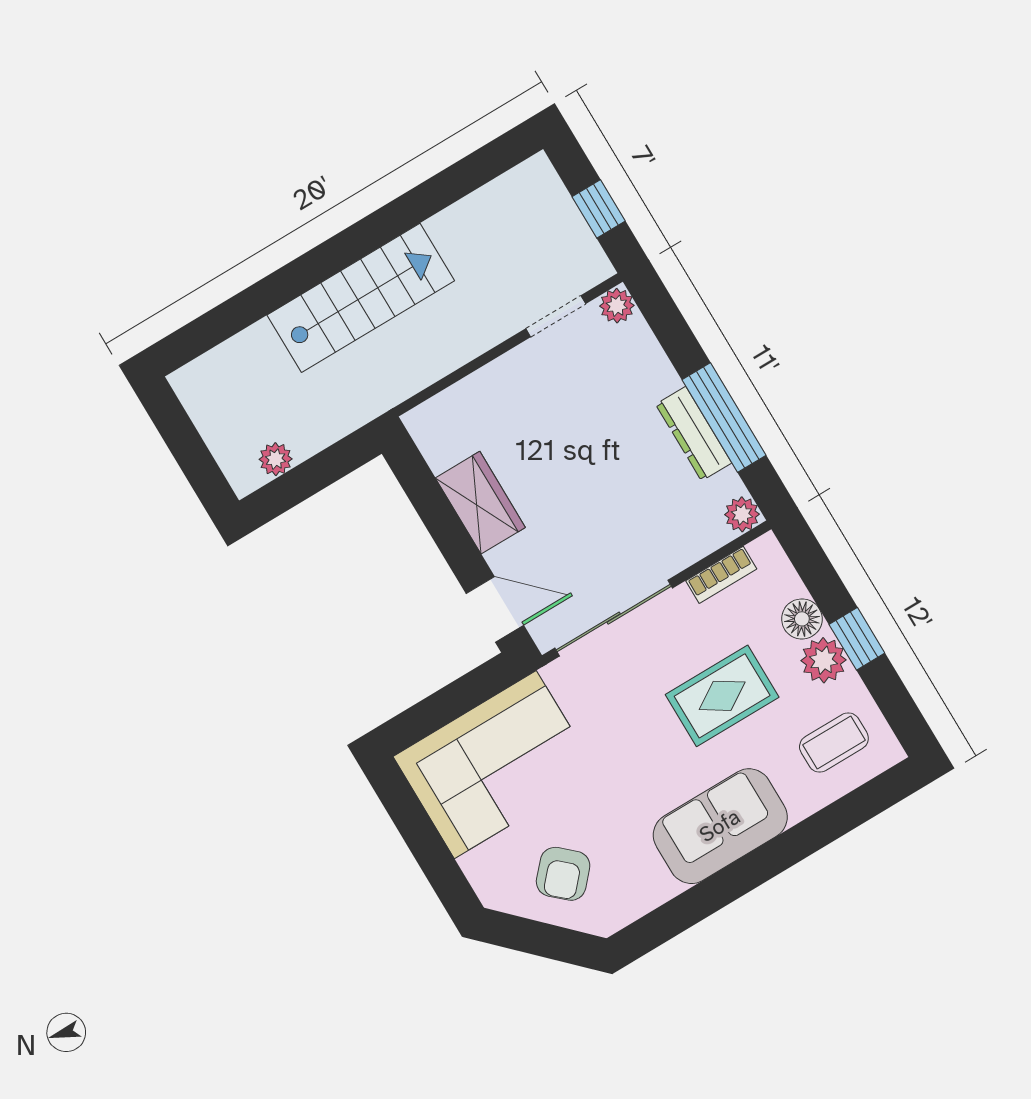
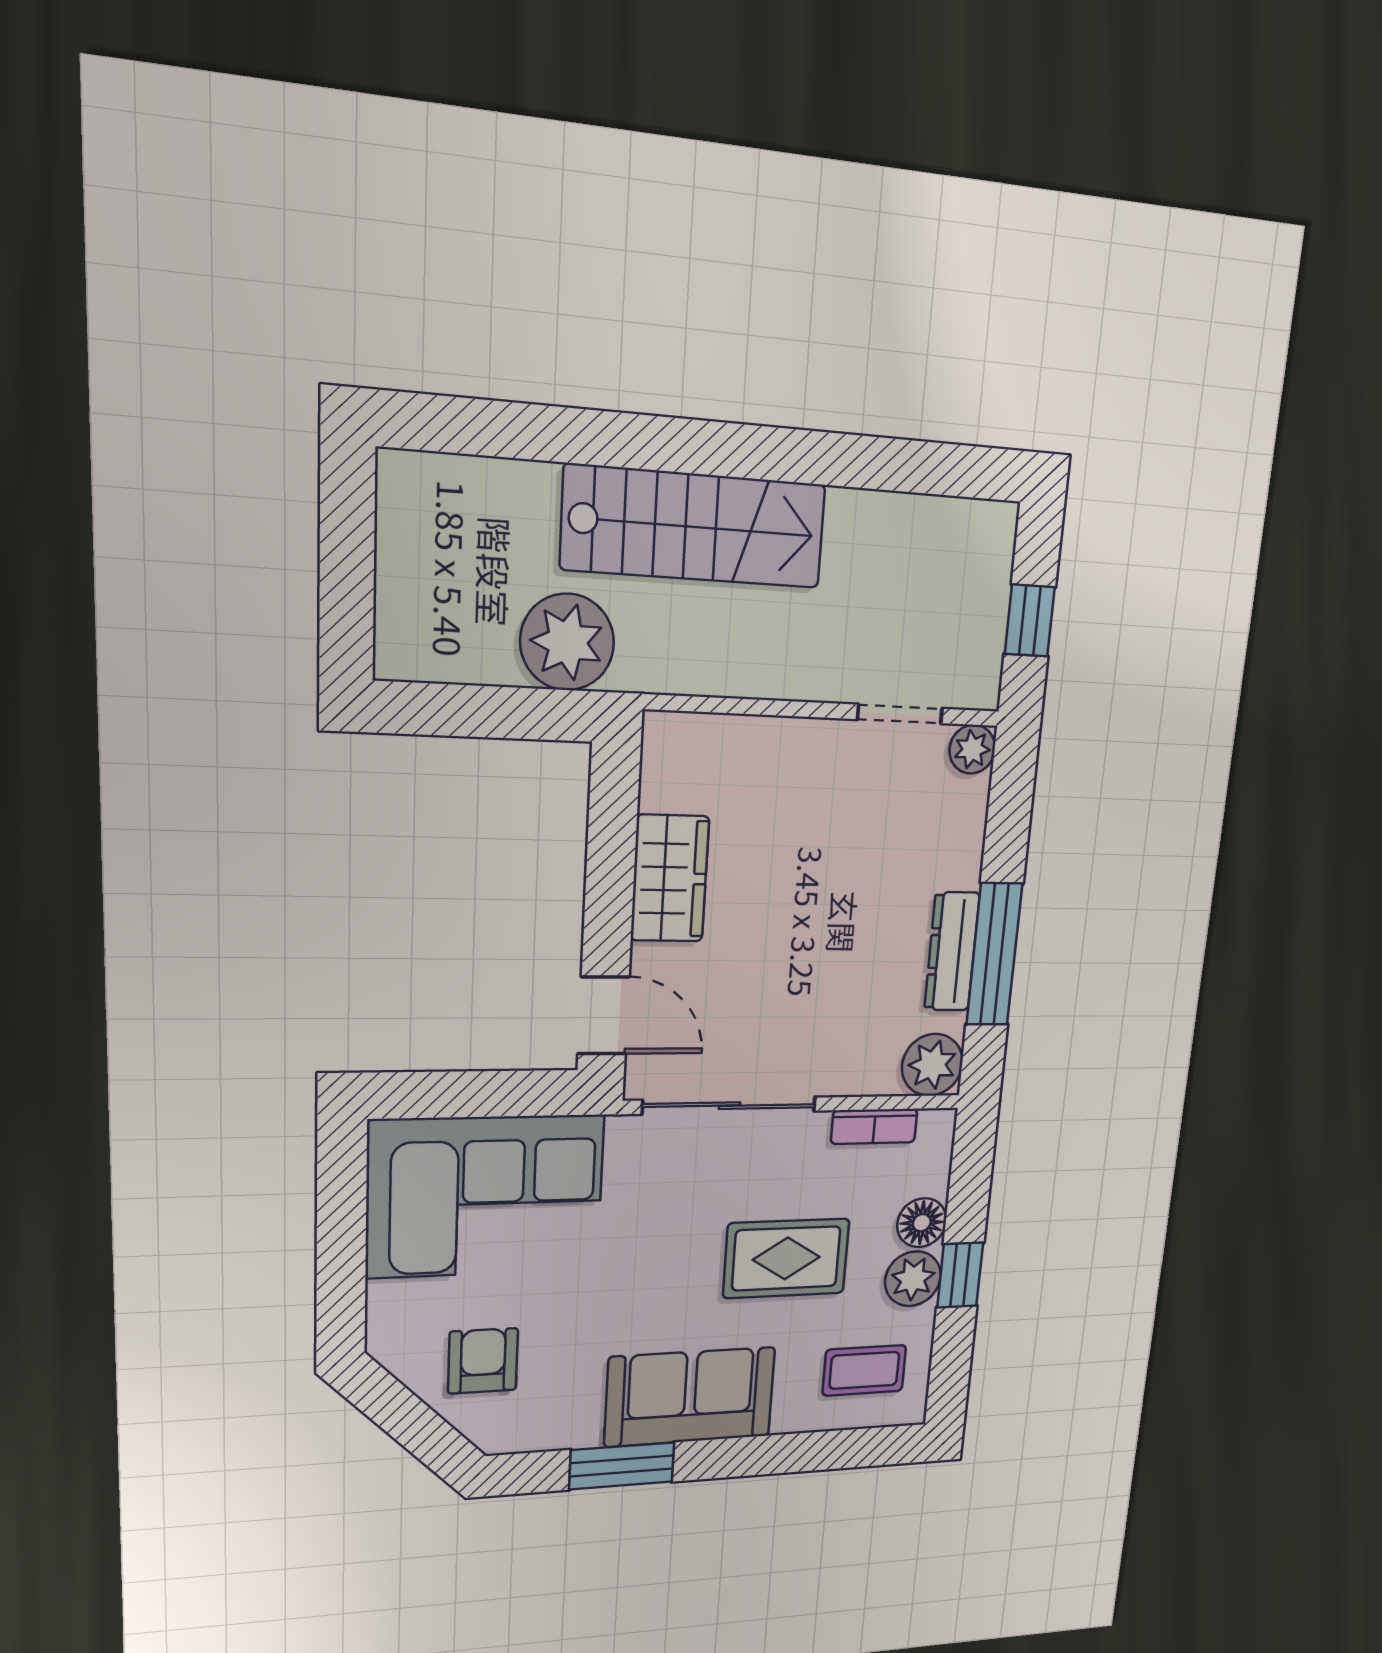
plant: (276, 459) -> (567, 642), moved, width x1.88, depth x1.88
plant: (742, 514) -> (932, 1065), width x1.38, depth x1.38
armchair: (563, 874) -> (483, 1361), turned 138
window: (705, 899) -> (622, 1466), added

